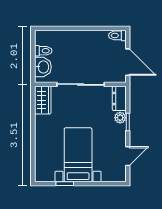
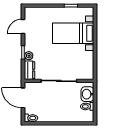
wardrobe: (43, 100) -> (88, 69), removed
bed with nightstands: (78, 155) -> (73, 33), moved, turned 90

